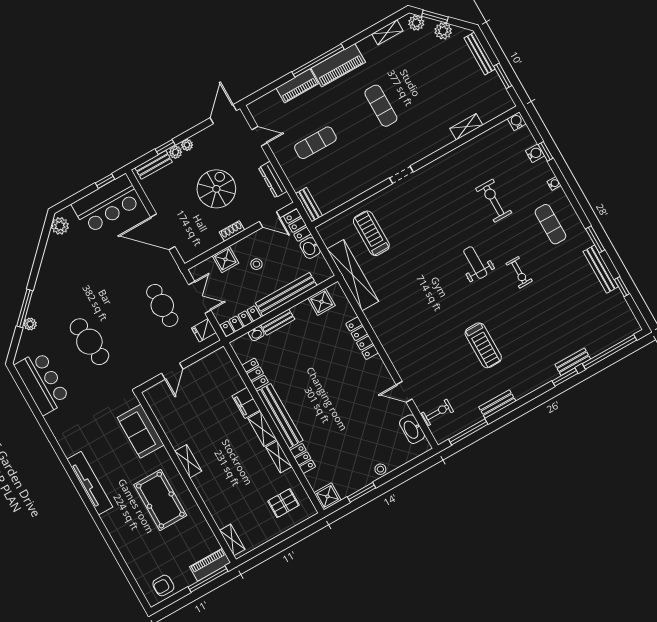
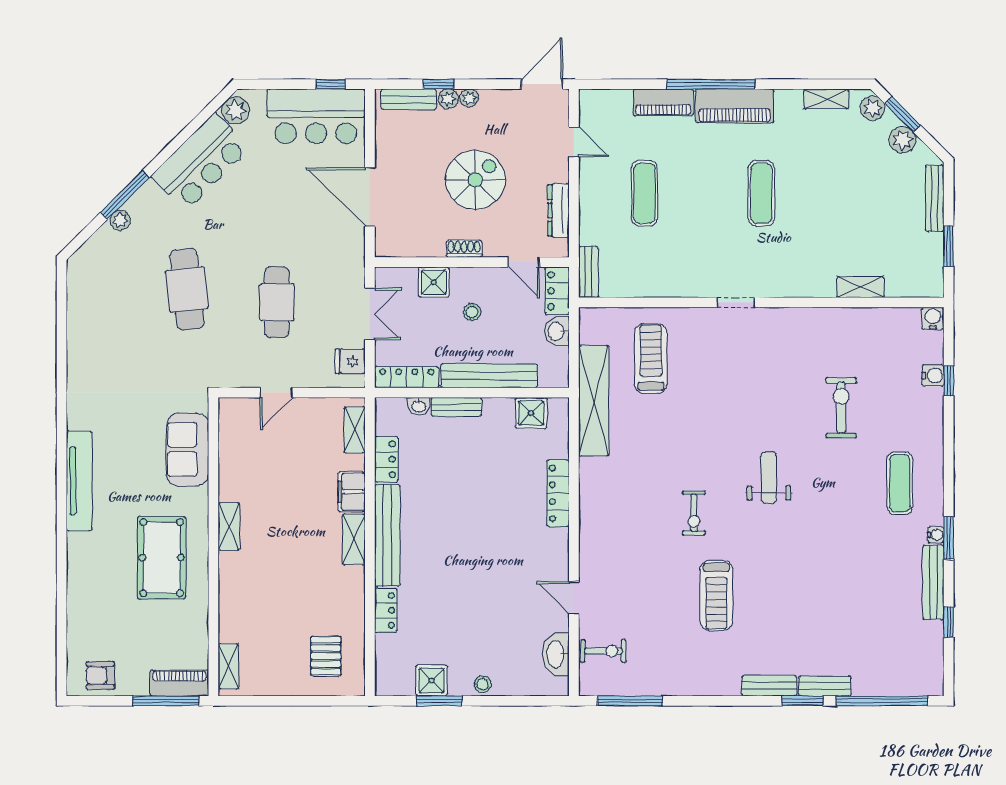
exercise mat: (315, 143) -> (644, 193), turned 90
water cooler: (554, 183) -> (936, 535), moved
exercise bike: (519, 272) -> (694, 513), moved
cafe table: (162, 305) -> (277, 302), moved
bar counter: (42, 383) -> (200, 162), moved, turned 45
bench: (497, 404) -> (769, 686), moved
shelving: (279, 457) -> (355, 430), moved
shower: (327, 496) -> (432, 681), moved
pallet: (284, 503) -> (326, 656), turned 90

